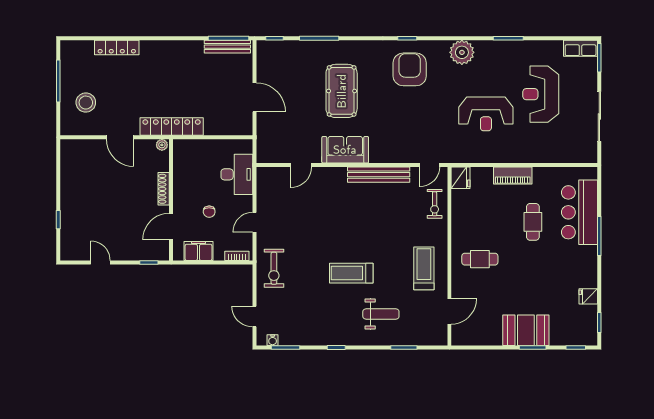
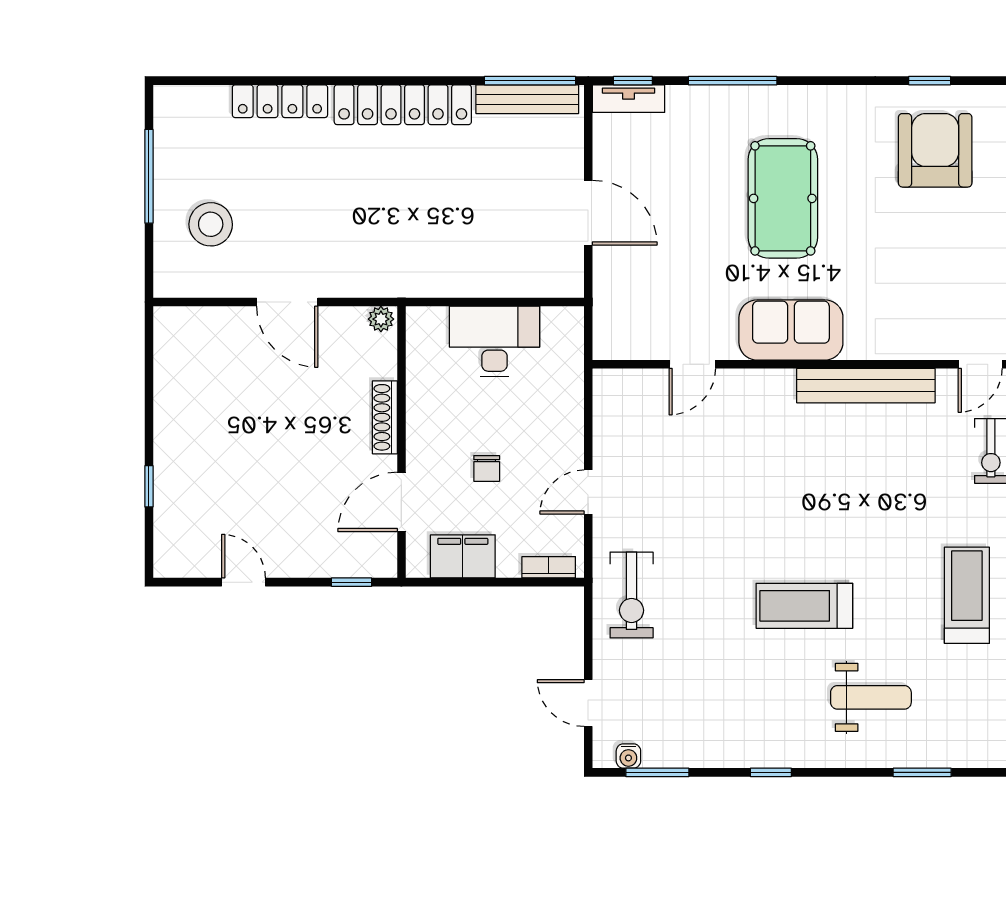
tv unit: (273, 46) -> (629, 99), added
locker: (172, 126) -> (403, 105), moved, turned 180
desk: (237, 174) -> (494, 342), moved, turned -90

